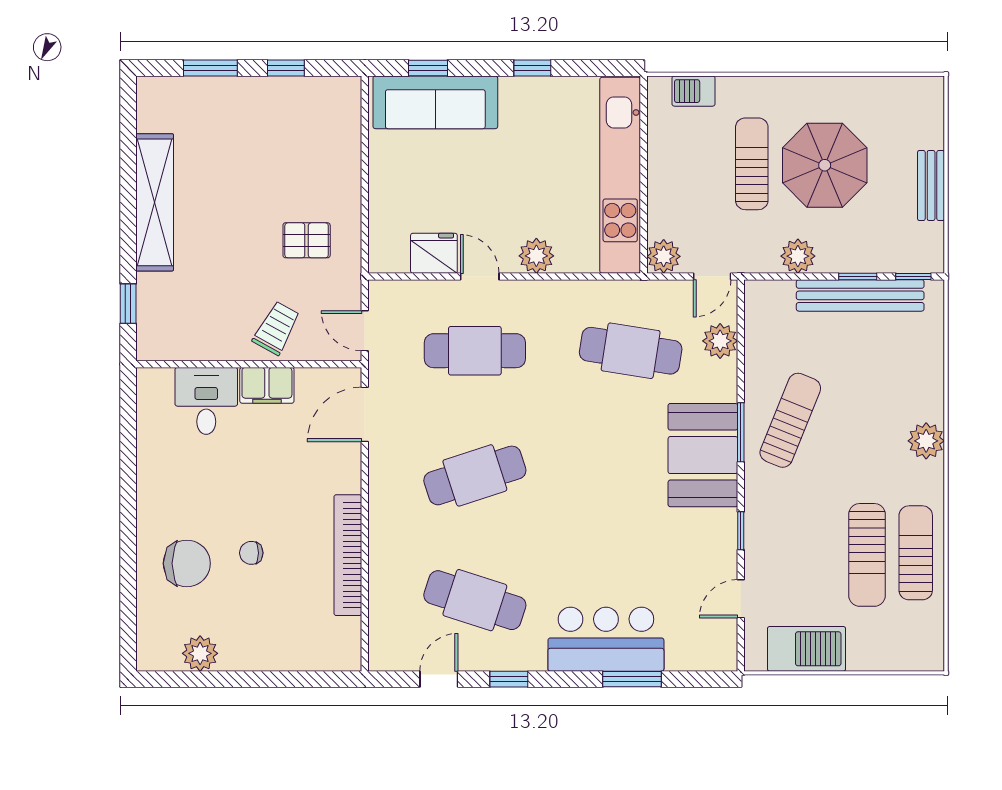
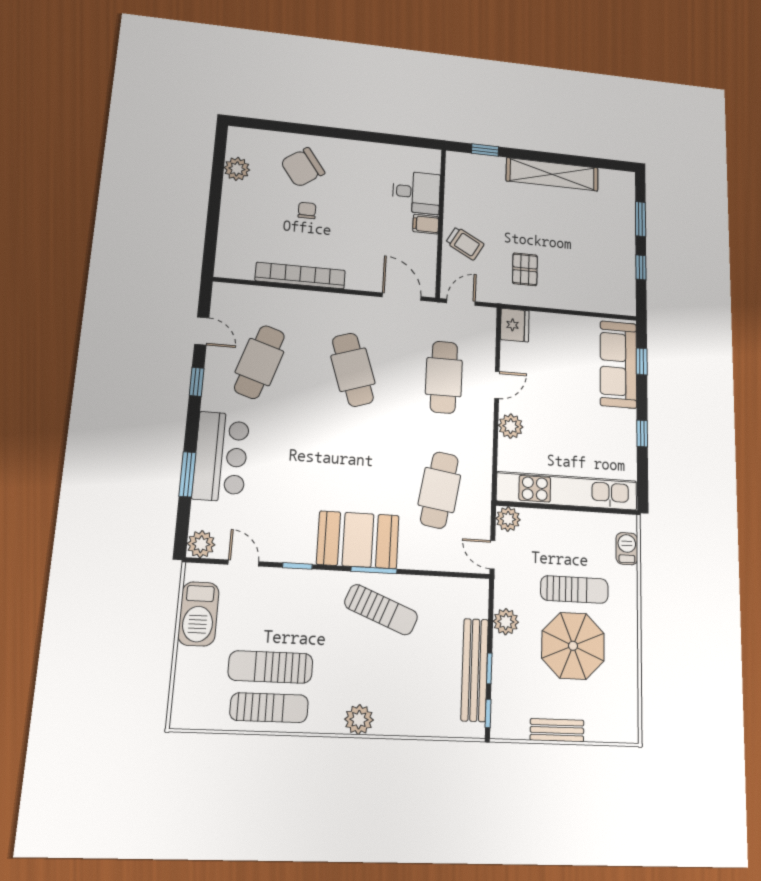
fridge: (434, 253) -> (515, 325), moved
plant: (720, 341) -> (201, 544), moved
filing cabinet: (267, 385) -> (426, 224), width x0.50
chair: (187, 563) -> (303, 167), turned 55

